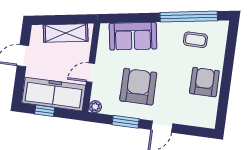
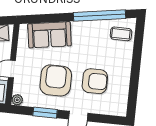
coffee table: (195, 40) -> (121, 34), moved
armchair: (204, 82) -> (95, 81), moved, turned 90

